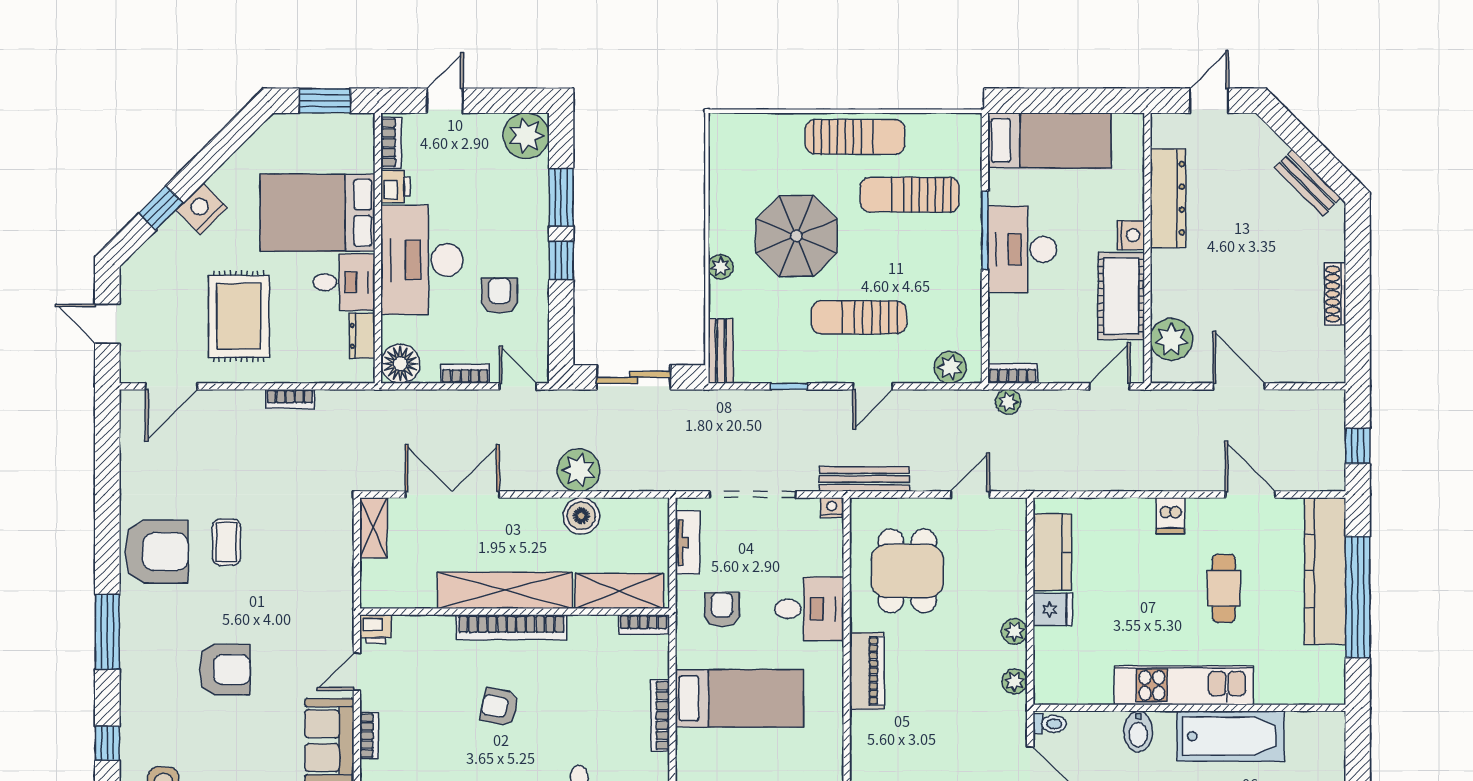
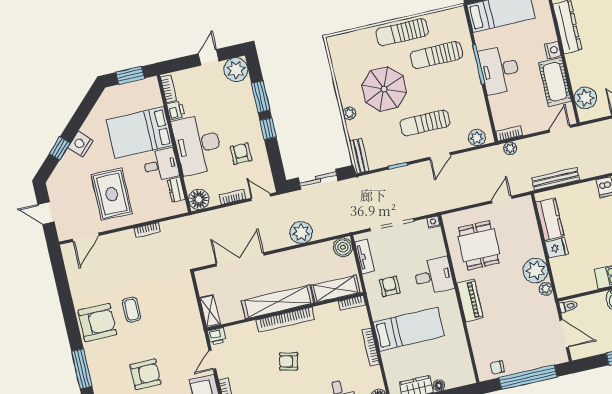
door: (445, 101) -> (209, 57), moved
sun lounger: (855, 137) -> (402, 32), turned 180
bench: (864, 479) -> (556, 179), moved
boiler: (581, 516) -> (343, 247), moved
shelving: (373, 528) -> (210, 311), moved
plant: (1014, 632) -> (536, 271), width x1.88, depth x1.88

